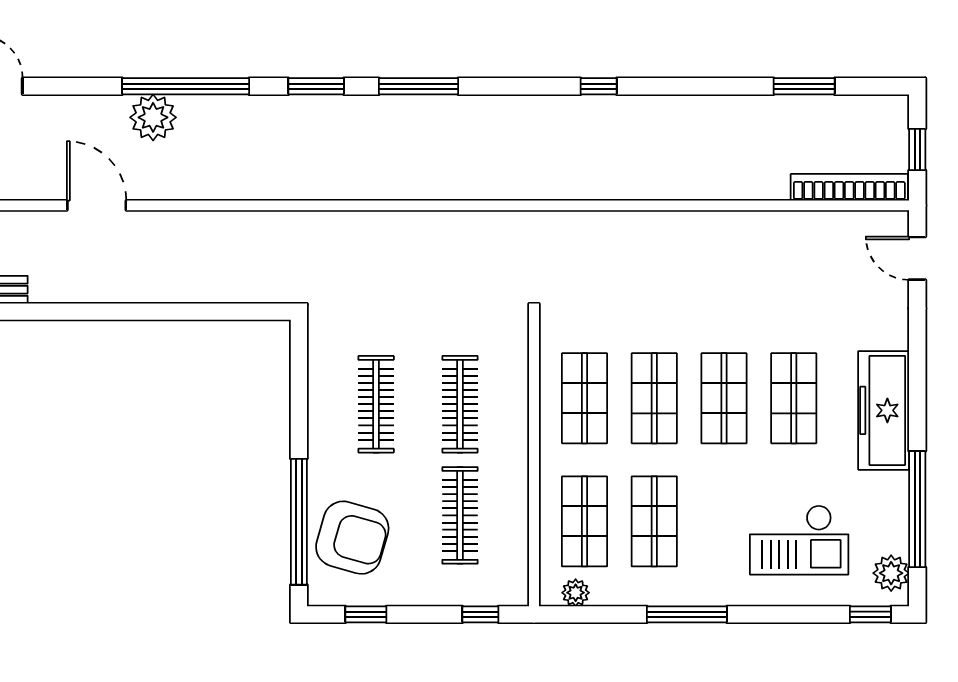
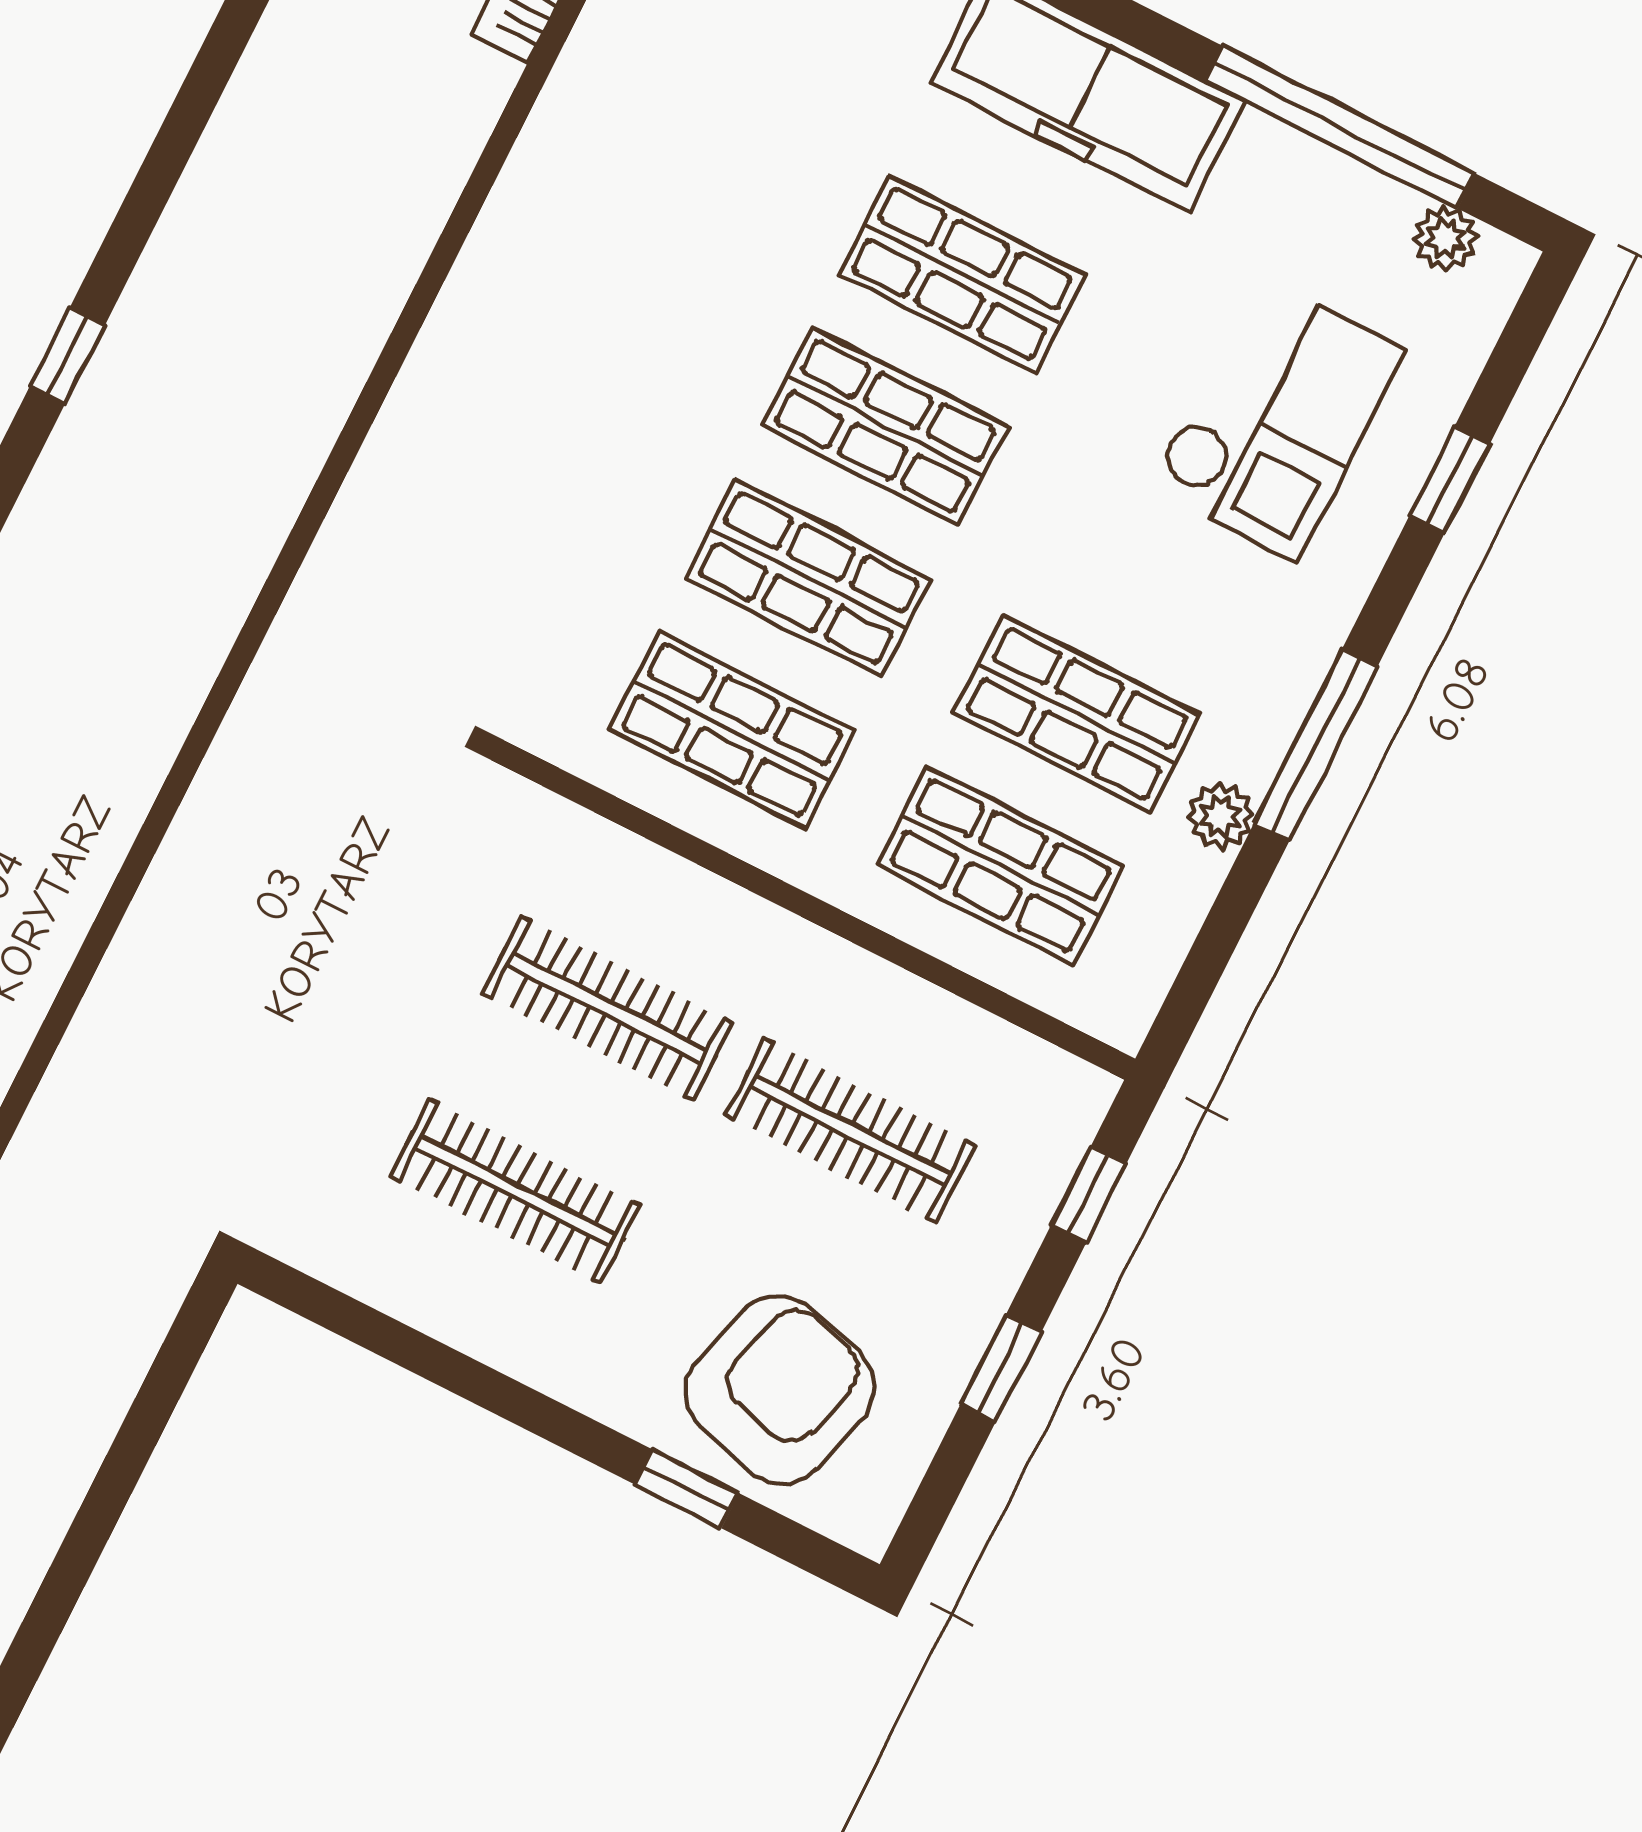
window: (299, 522) -> (687, 1489), width x0.32
plant: (891, 573) -> (1445, 238), width x0.73, depth x0.73
plant: (576, 593) -> (1220, 816), moved
window: (366, 614) -> (1001, 1368), moved
window: (870, 614) -> (1450, 480), moved

